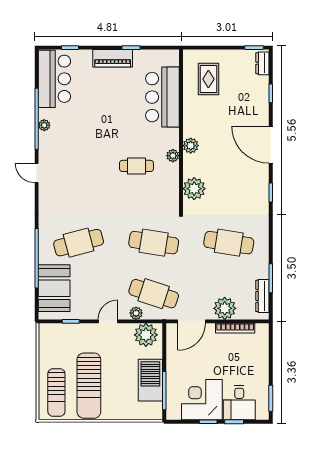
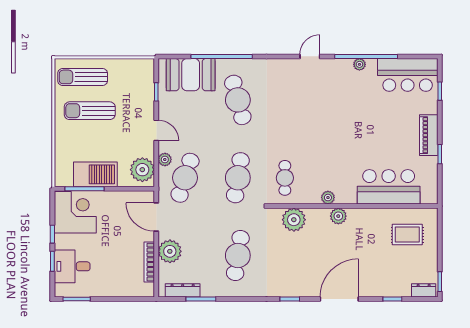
cafe table: (137, 166) -> (285, 178), moved
sun lounger: (89, 386) -> (90, 111), width x0.73, depth x0.75
corner desk: (202, 400) -> (75, 212), moved

